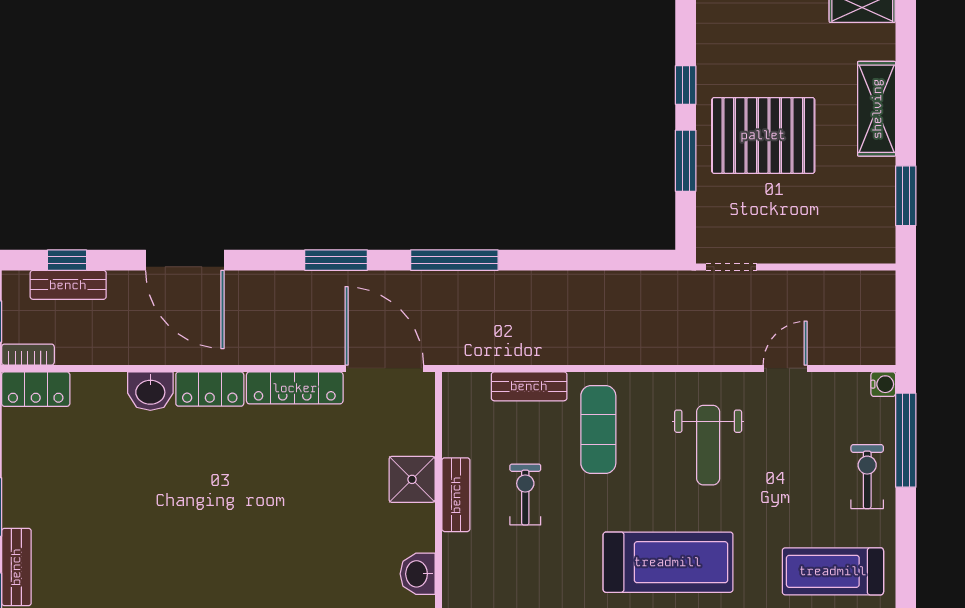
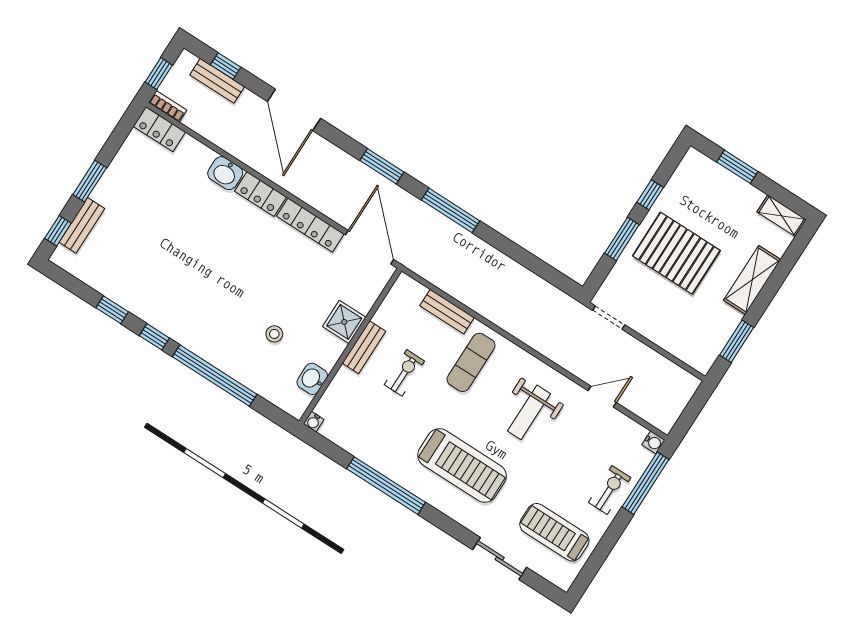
stool: (336, 549) -> (274, 334), added

